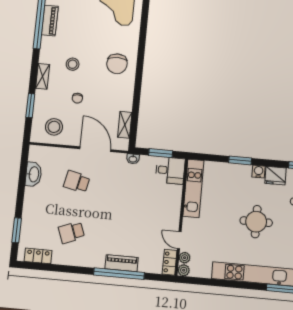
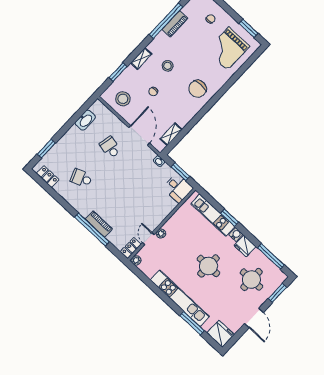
kitchen unit: (193, 188) -> (213, 215), moved, turned 90
plant: (185, 258) -> (161, 234), moved

